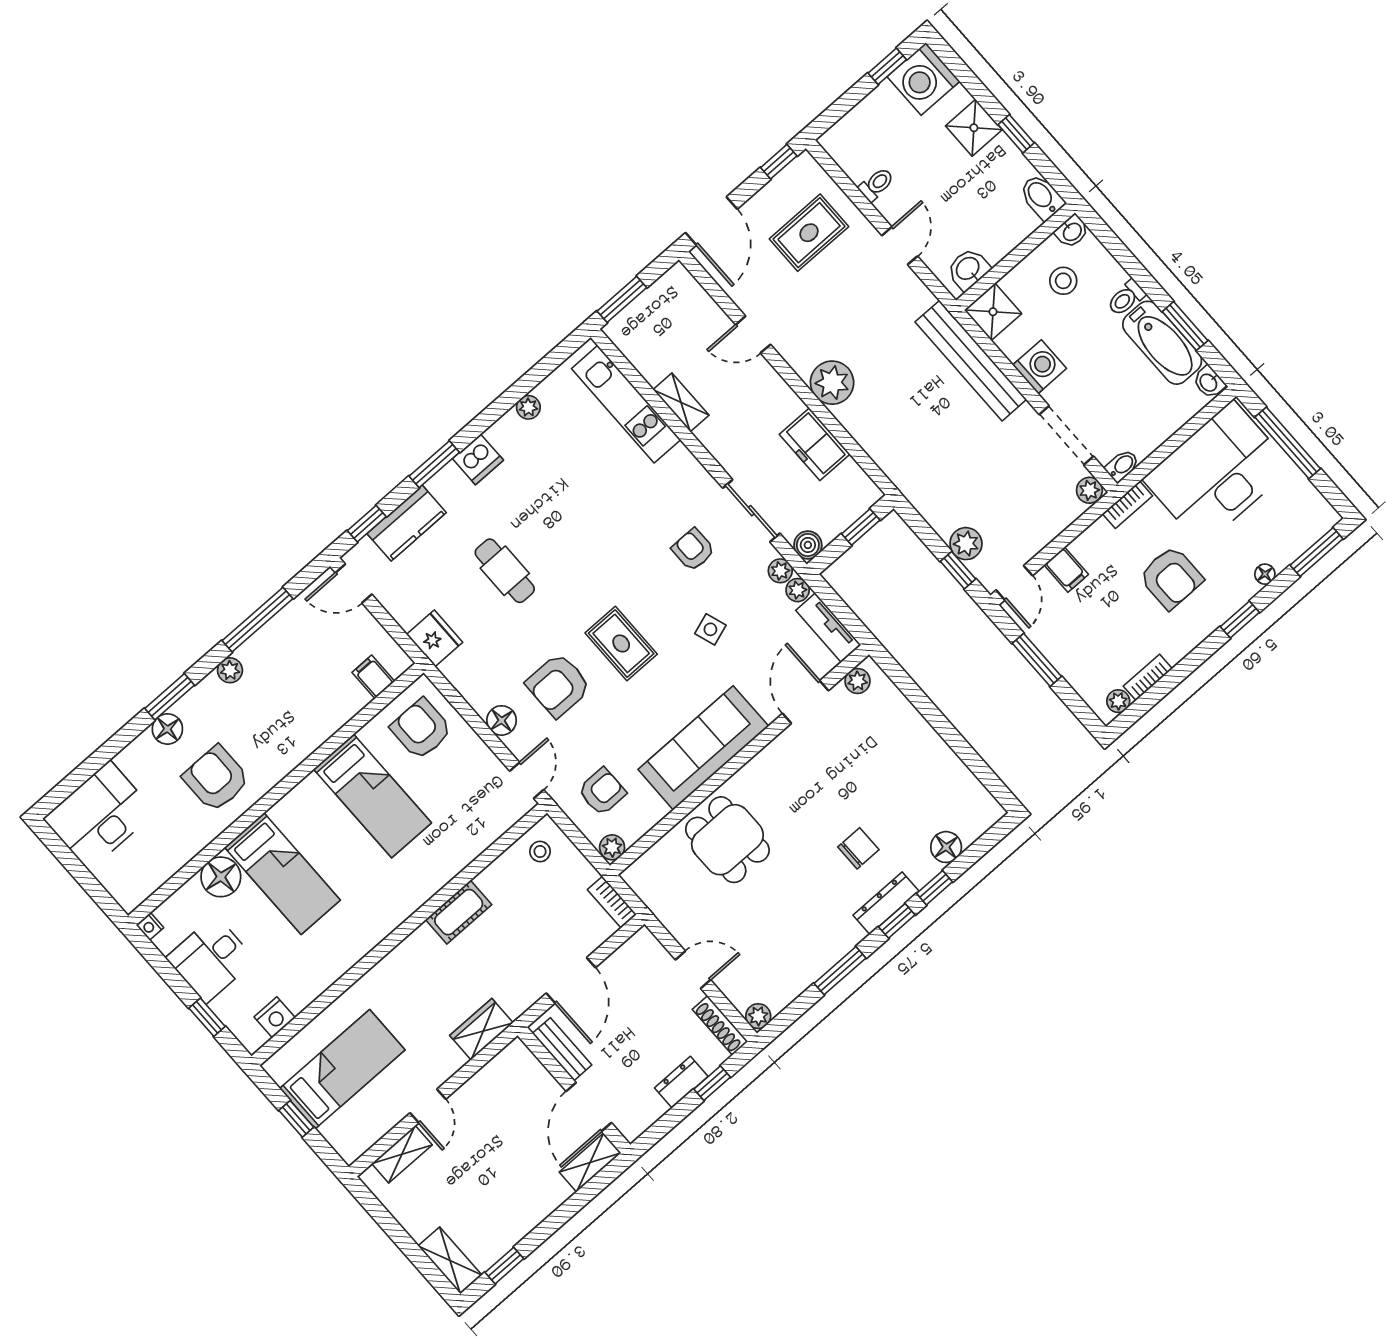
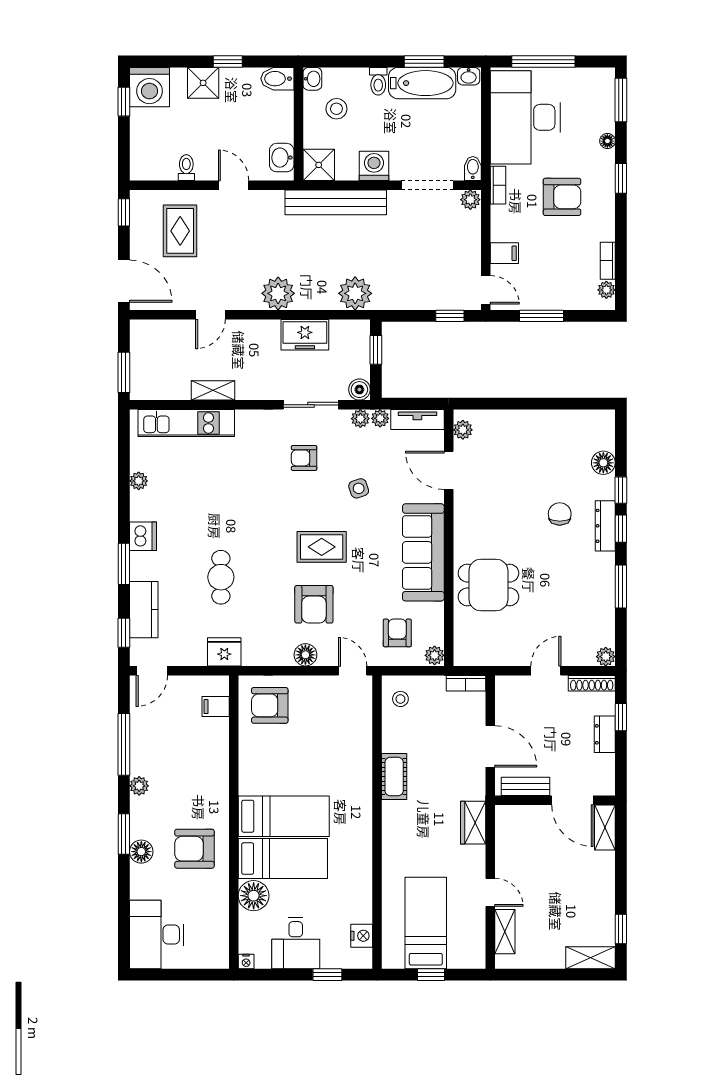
plant: (966, 544) -> (355, 293), moved, width x1.36, depth x1.36
cafe table: (505, 571) -> (221, 577), turned 90
bed: (373, 796) -> (284, 816), moved

